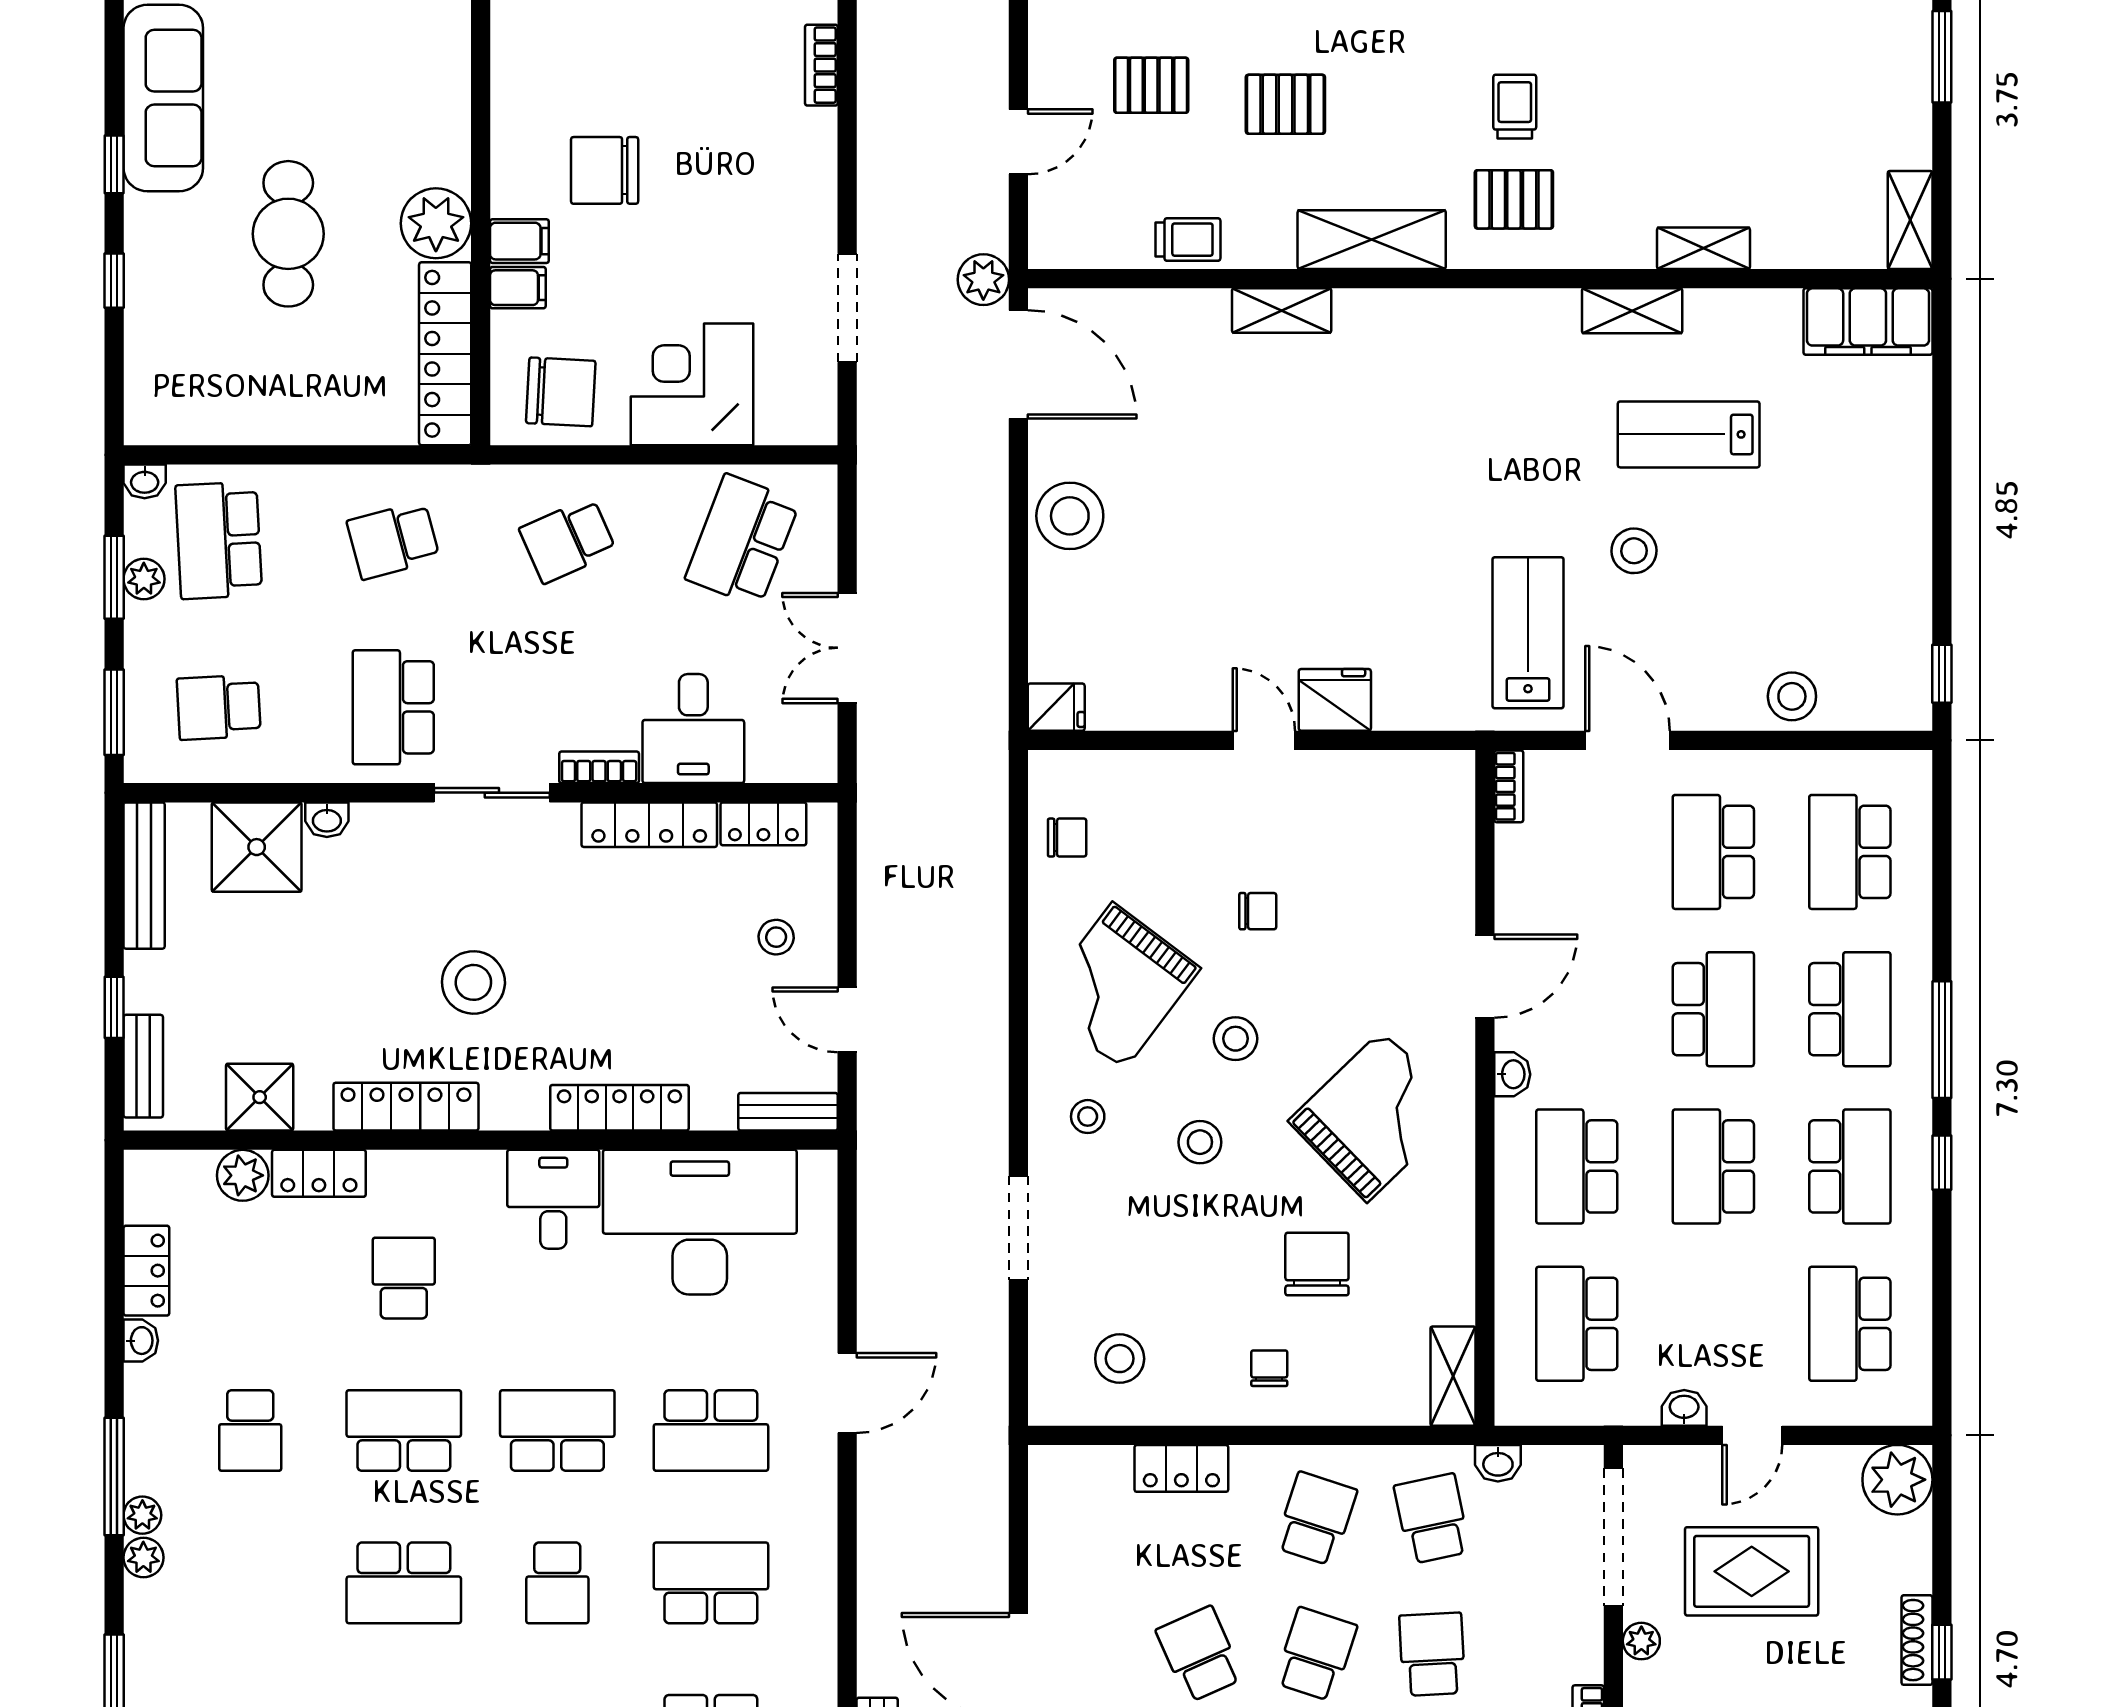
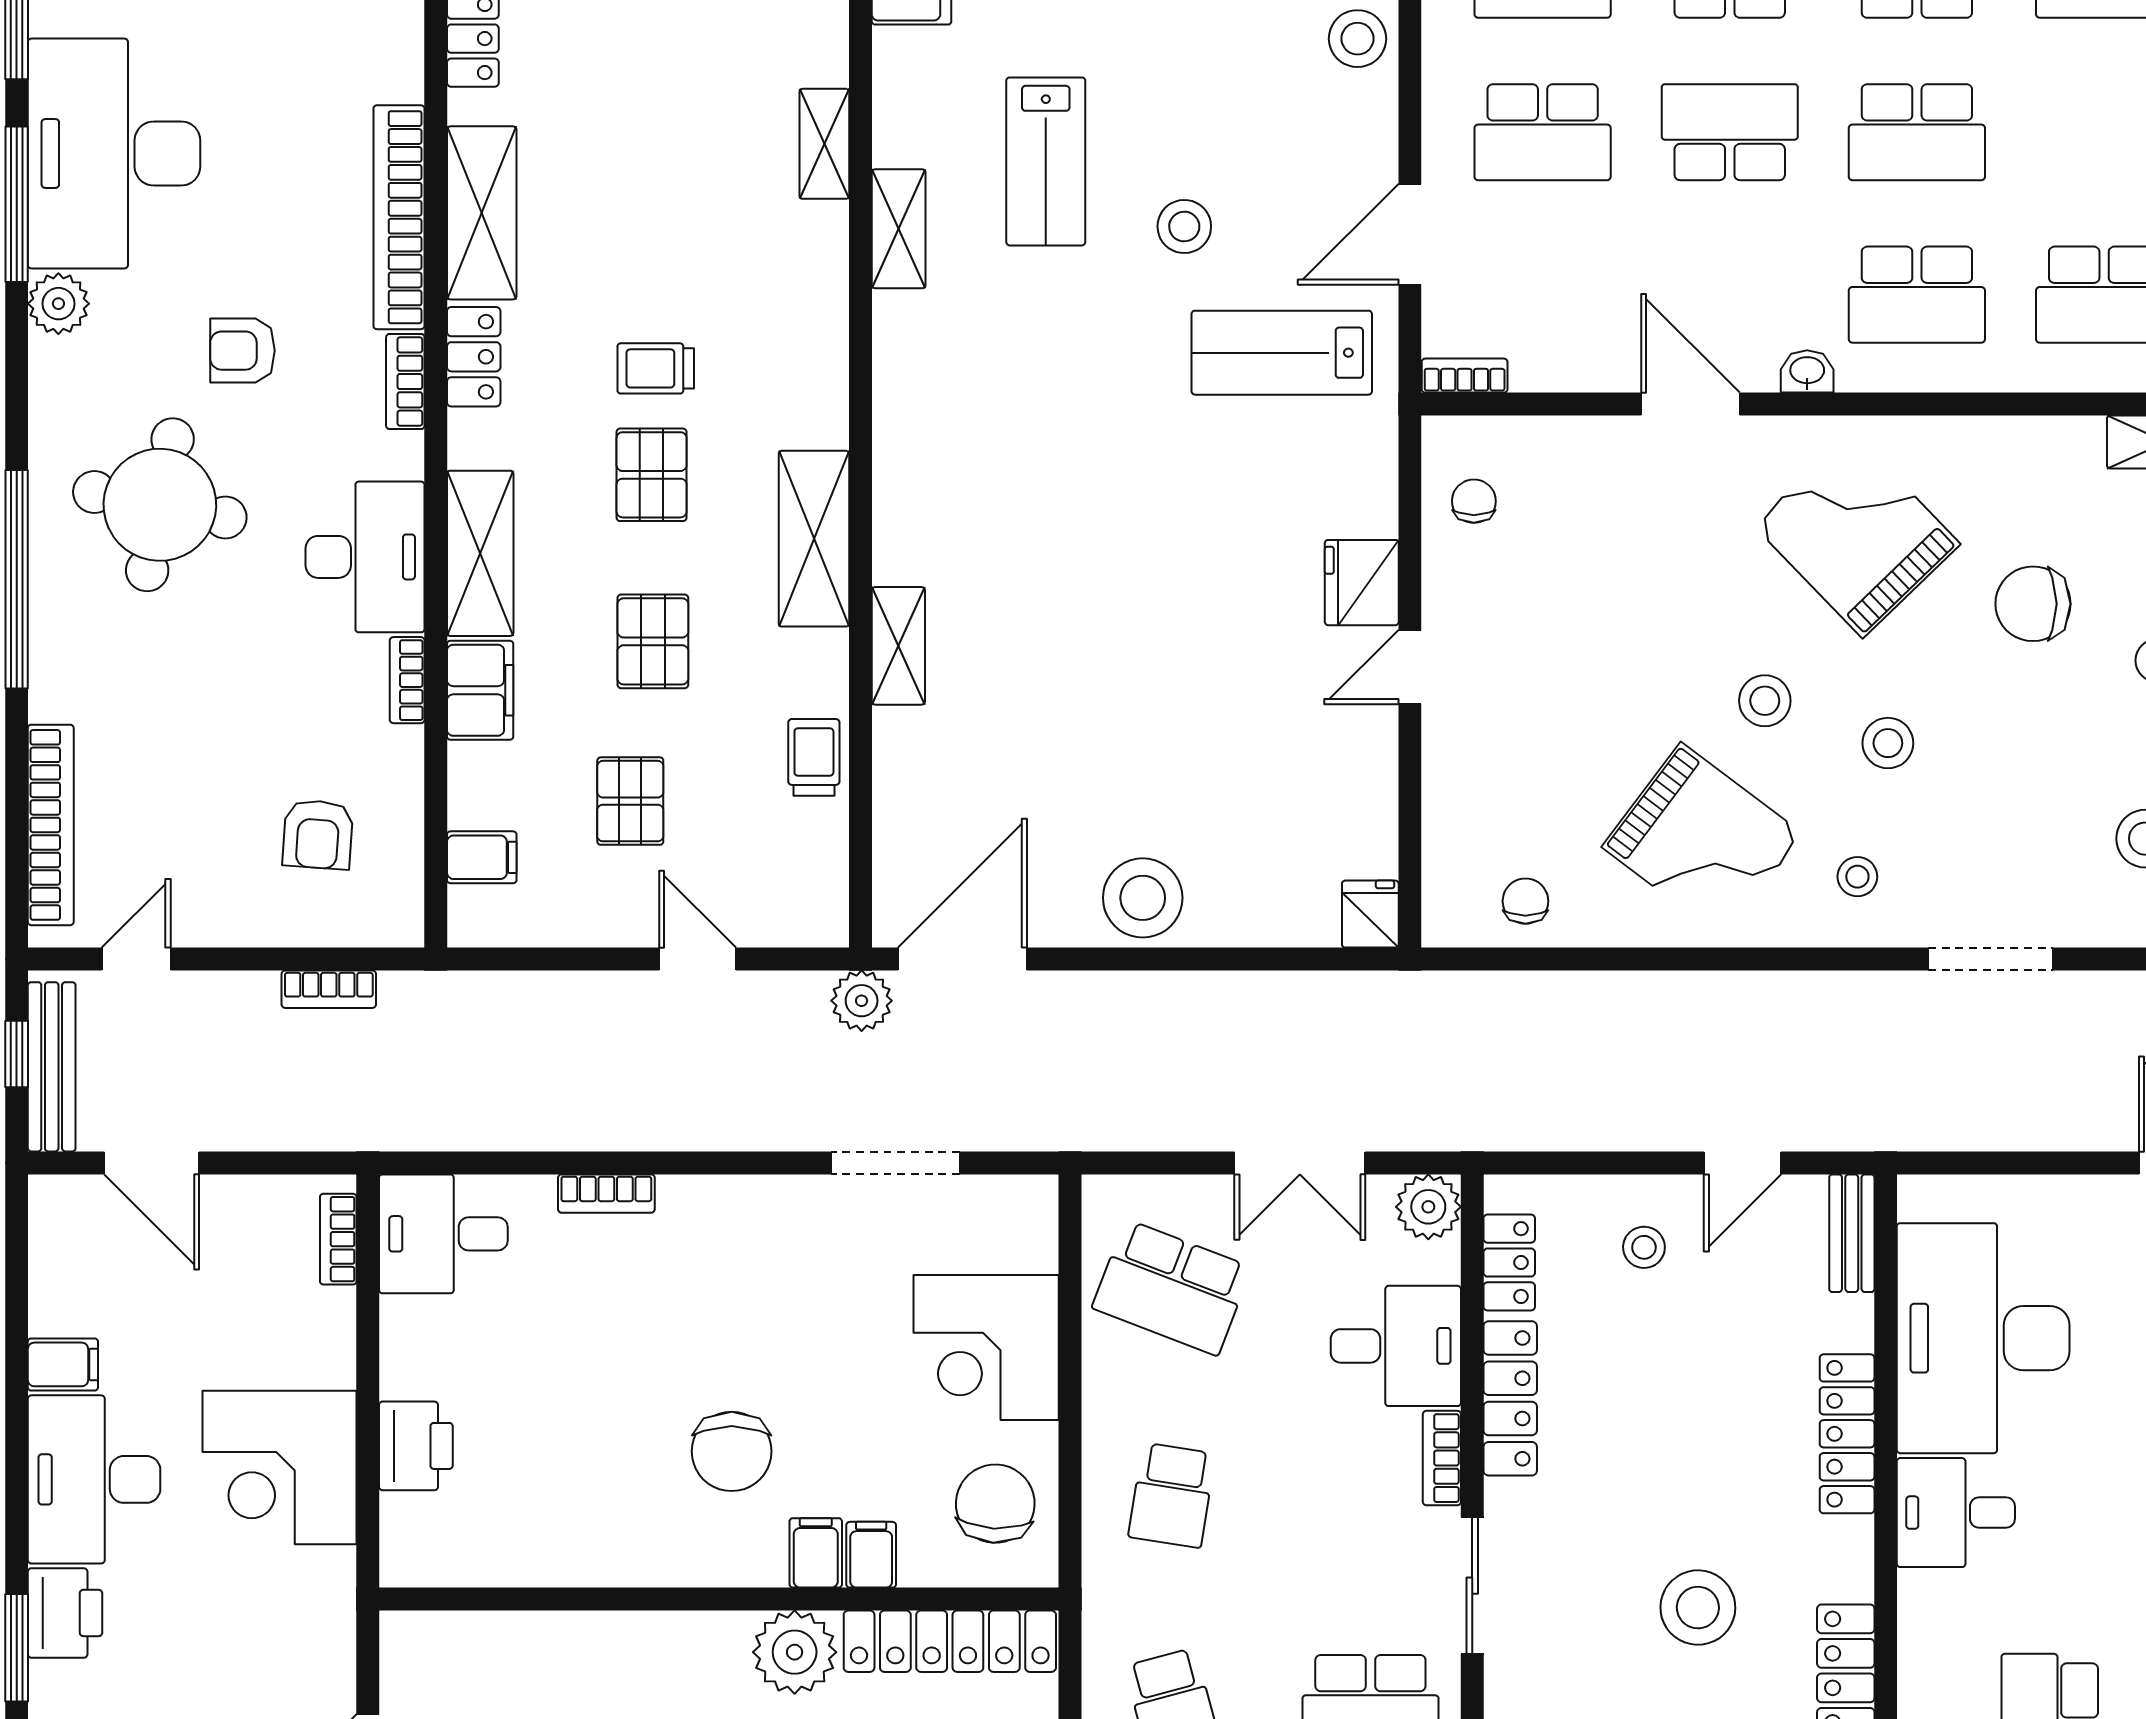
pallet: (1514, 199) -> (652, 475), moved
school desk: (568, 540) -> (1172, 1495), turned 33
plant: (810, 756) -> (1428, 1207), added
chair: (1258, 911) -> (1474, 501), moved

